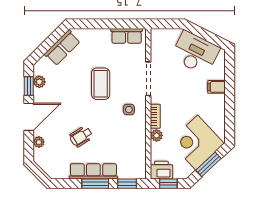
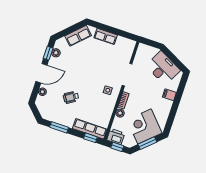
row of seats: (127, 36) -> (106, 36), moved
coffee table: (101, 84) -> (95, 67), removed
row of seats: (93, 171) -> (90, 129), moved
window: (95, 184) -> (59, 127), moved

